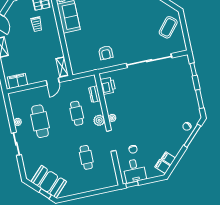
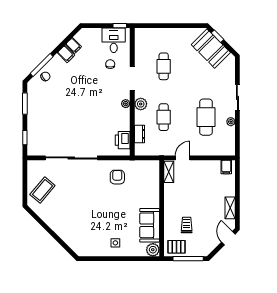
filing cabinet: (18, 81) -> (226, 167), width x0.50
filing cabinet: (163, 166) -> (66, 54), moved

